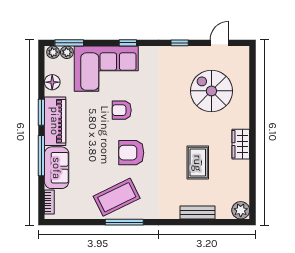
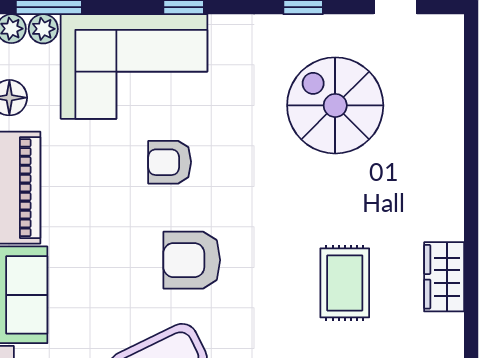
spiral stairs: (211, 91) -> (335, 105), moved
wardrobe: (241, 144) -> (444, 277), moved

